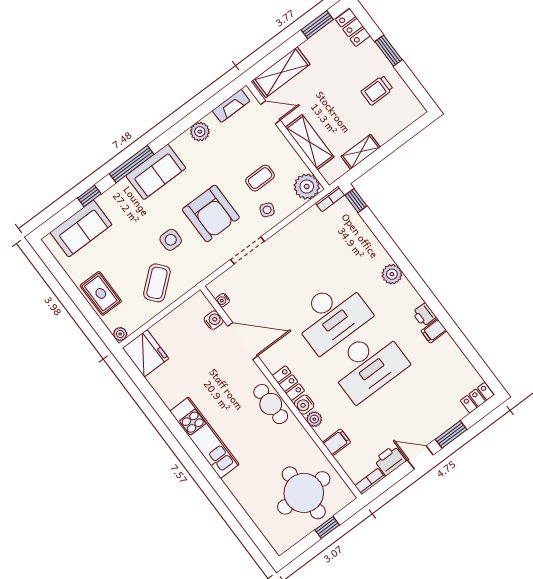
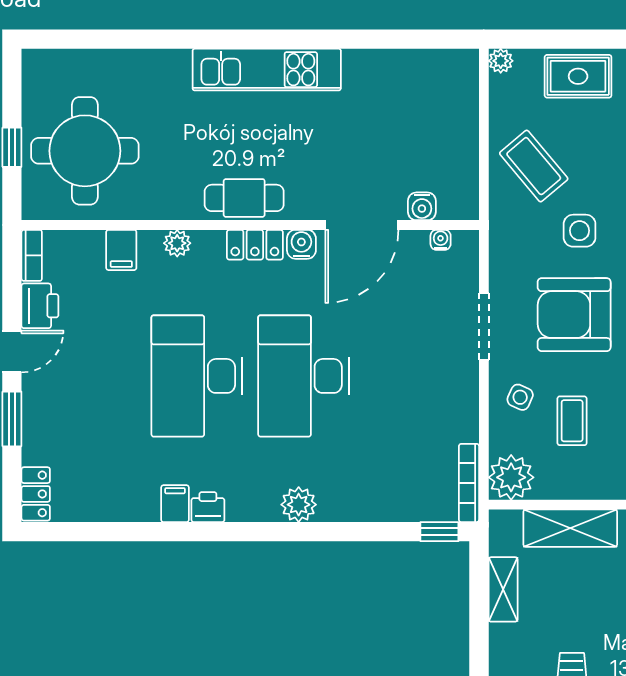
bookcase: (330, 199) -> (469, 483), width x1.56
fridge: (146, 353) -> (447, 76), removed
water cooler: (304, 405) -> (301, 244), moved

